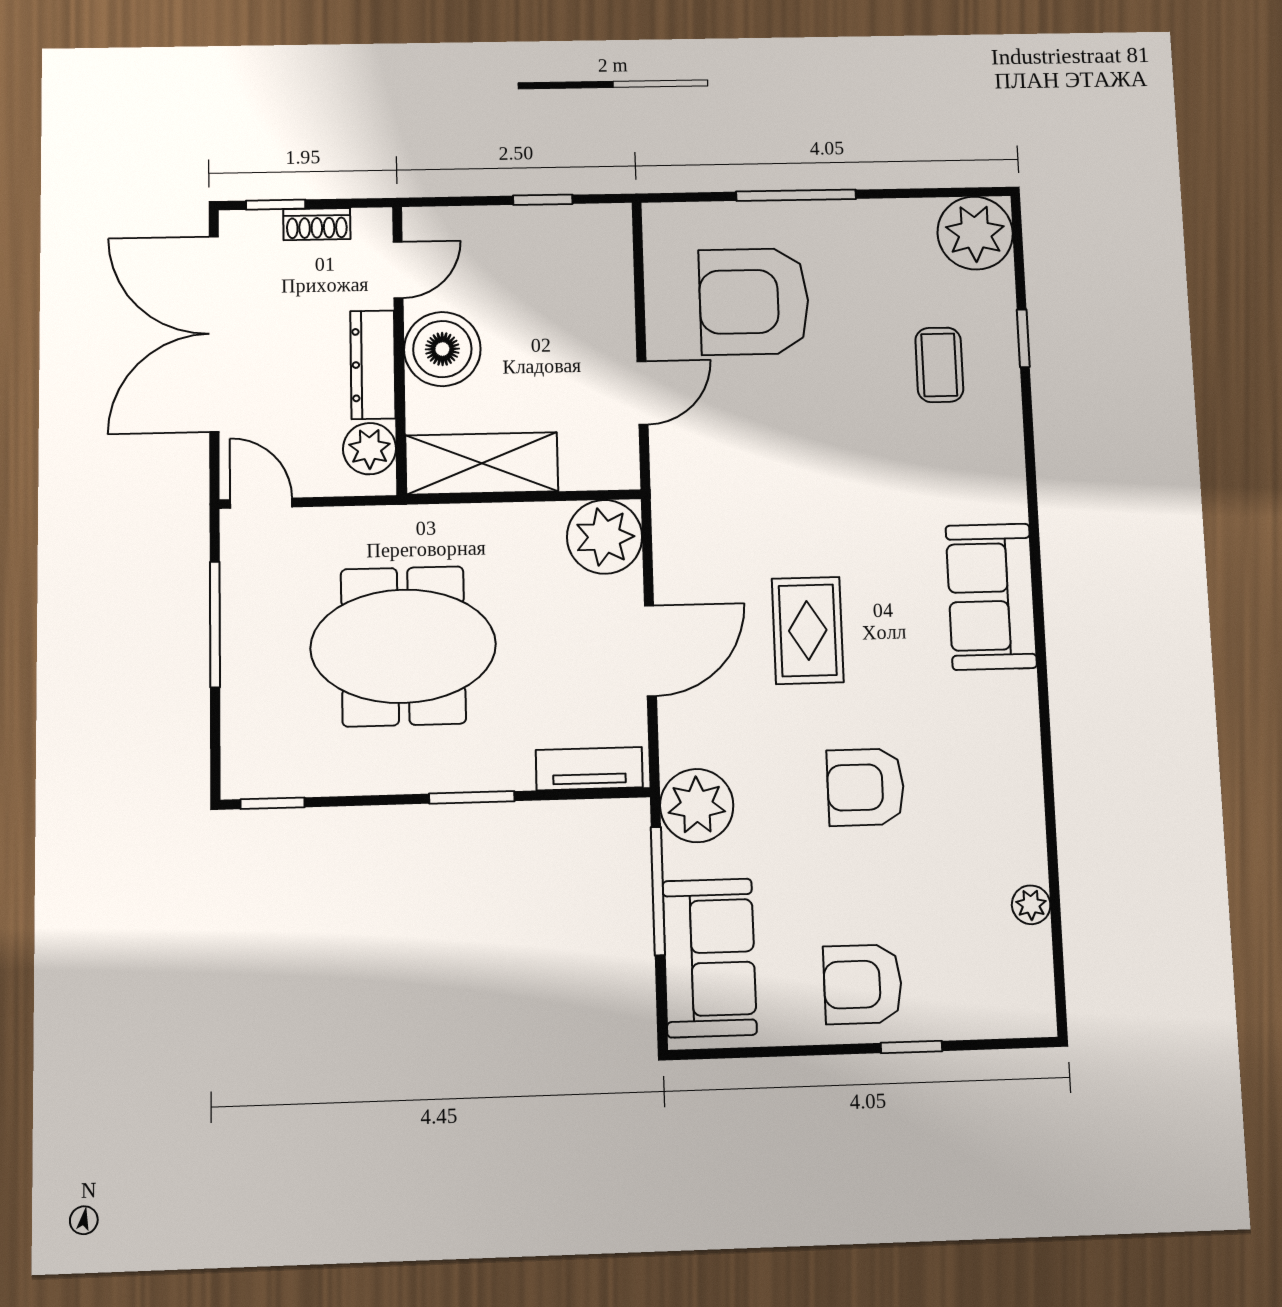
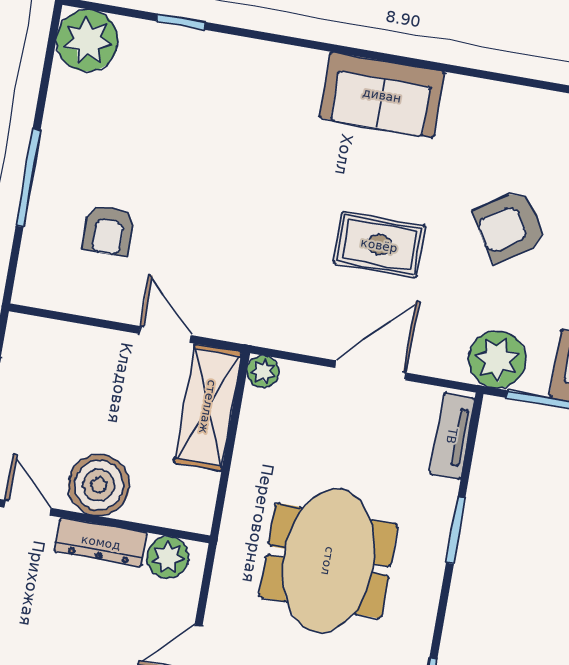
armchair: (754, 302) -> (109, 230), width x0.53, depth x0.53
coffee table: (939, 365) -> (189, 94), removed
shelving: (482, 463) -> (208, 407), moved
plant: (605, 537) -> (263, 372), width x0.53, depth x0.53
door: (650, 651) -> (371, 370), hinge flipped
armchair: (866, 787) -> (510, 226), turned 57

